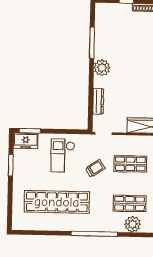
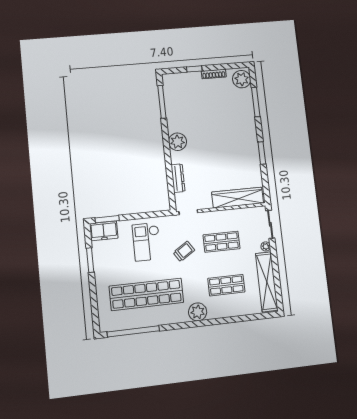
window: (92, 43) -> (162, 102), moved
plant: (133, 224) -> (198, 312), moved
window: (94, 234) -> (133, 331), moved

